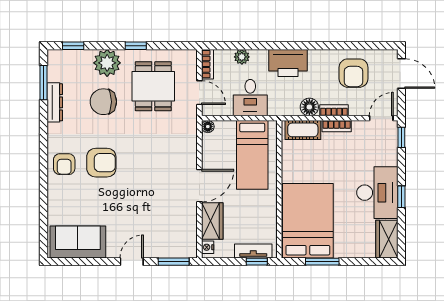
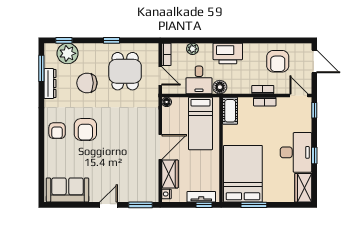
plant: (107, 63) -> (68, 53), moved
floor lamp: (309, 107) -> (220, 87), moved
door: (381, 118) -> (299, 96), hinge flipped
cot: (303, 130) -> (230, 111), moved, turned 90
armchair: (101, 163) -> (85, 129), turned 90

